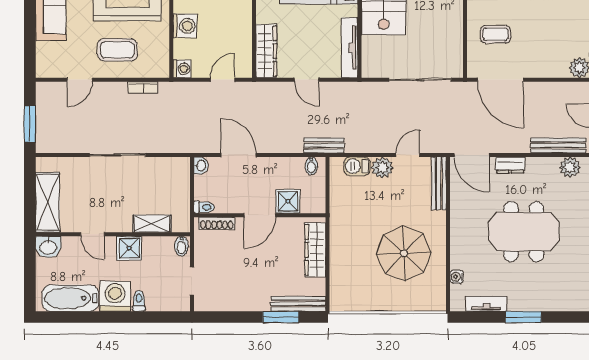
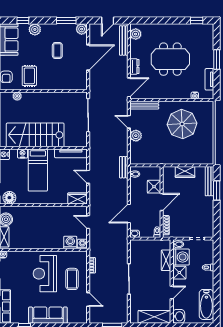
washing machine: (185, 26) -> (70, 242), moved
coffee table: (496, 34) -> (57, 51), moved
wardrobe: (266, 51) -> (78, 198), width x0.67
door: (307, 80) -> (88, 177), swing flipped
door: (501, 80) -> (88, 57), moved
barbecue: (357, 166) -> (135, 149), removed
door: (260, 215) -> (162, 202), hinge flipped
meeting table: (524, 232) -> (170, 59), turned 90
wardrobe: (315, 250) -> (185, 172), width x0.67
washing machine: (115, 296) -> (181, 257), moved, turned 180

